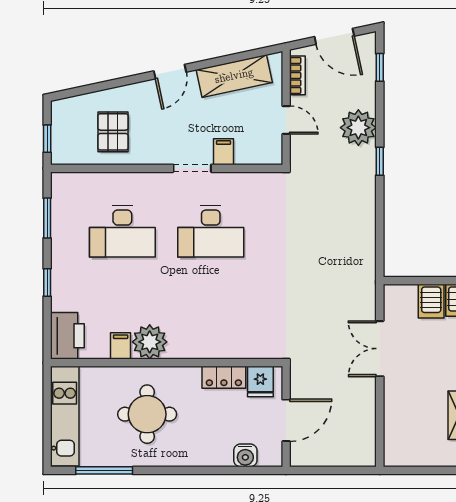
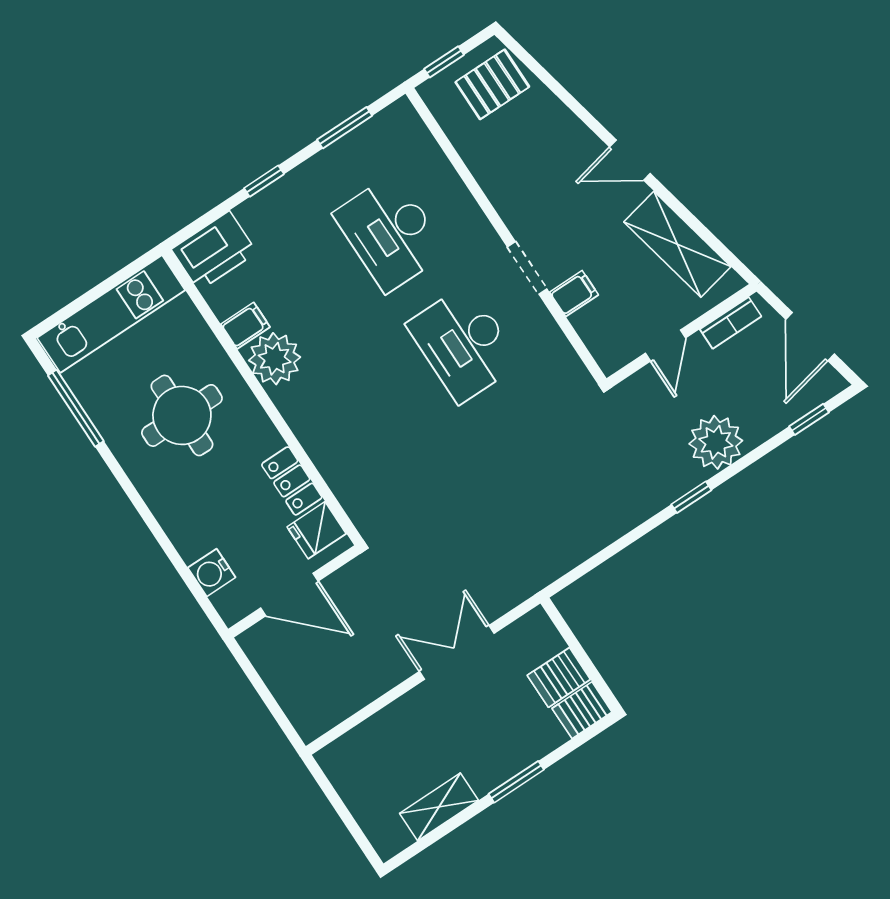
pallet: (113, 132) -> (492, 84), moved

